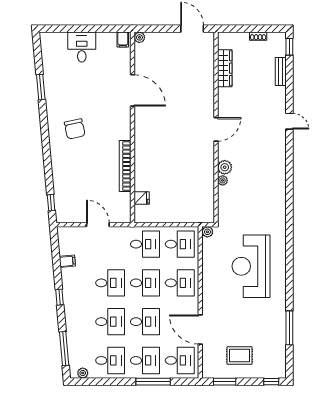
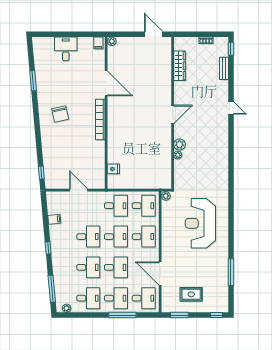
bookcase: (125, 166) -> (100, 119), moved

